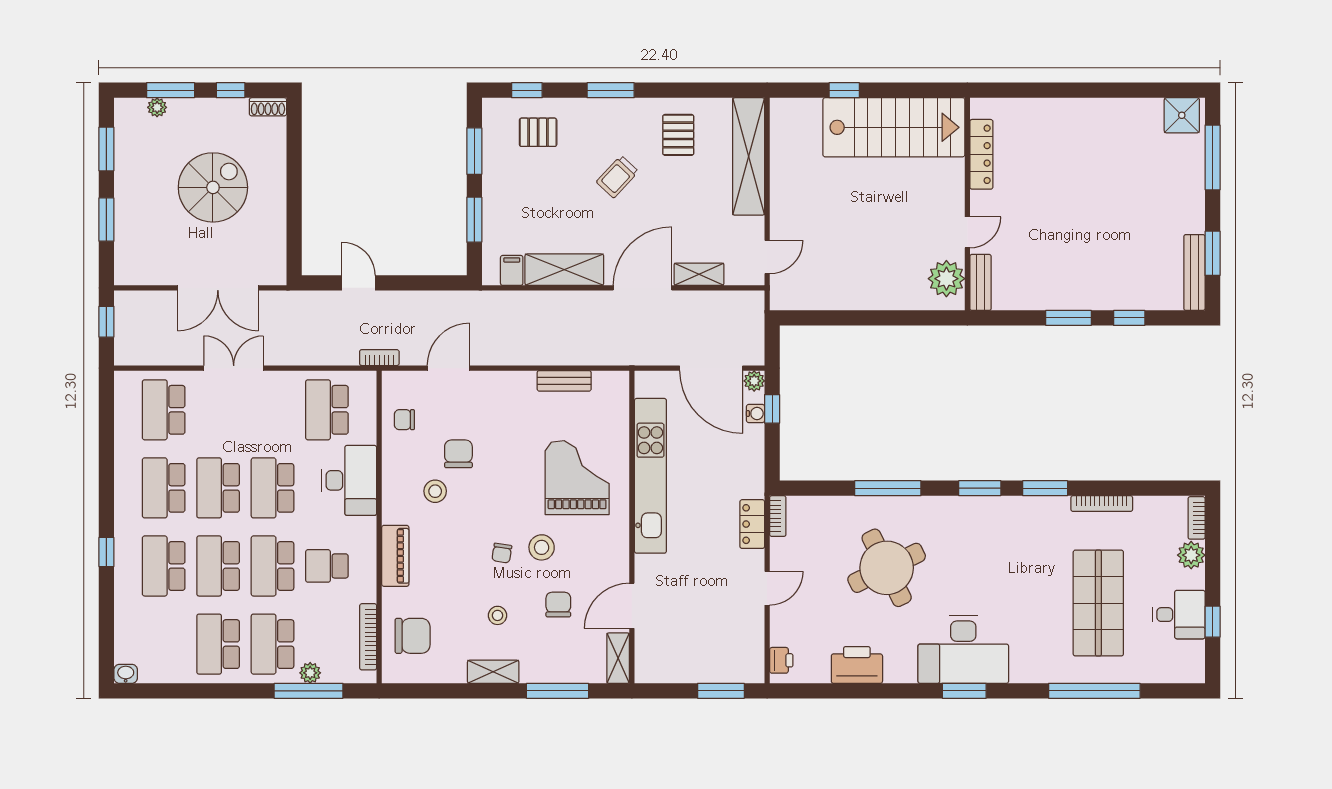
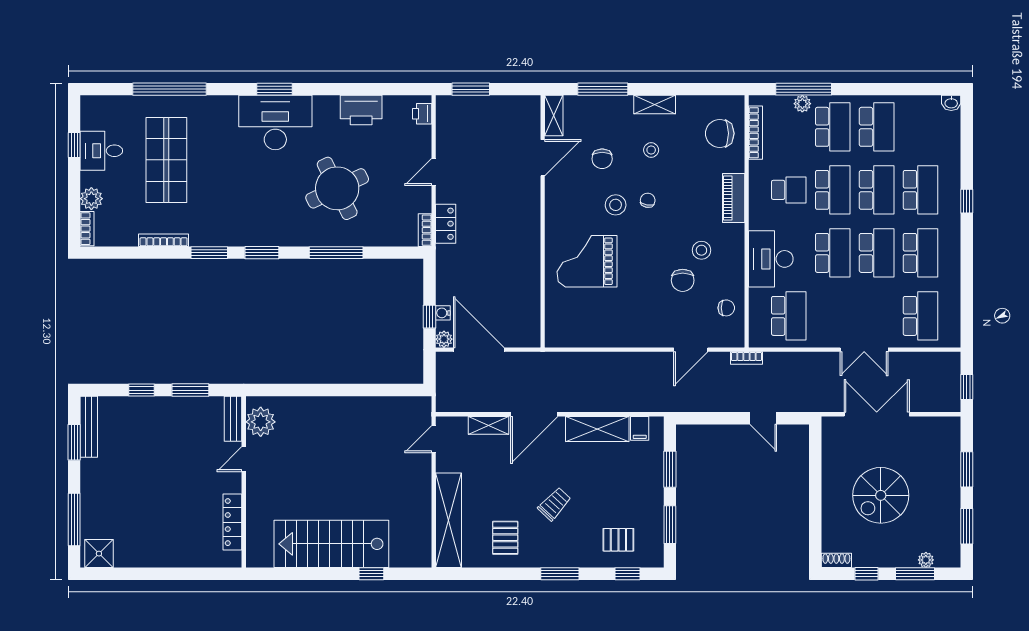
locker: (981, 154) -> (232, 522), moved
wall: (967, 204) -> (244, 482), moved
door: (967, 232) -> (244, 459), moved
plant: (946, 279) -> (261, 422), moved
bench: (981, 282) -> (233, 419), moved
bench: (564, 381) -> (597, 339), removed
kitchen unit: (650, 476) -> (528, 263), removed
grand piano: (577, 478) -> (587, 261), turned 90

